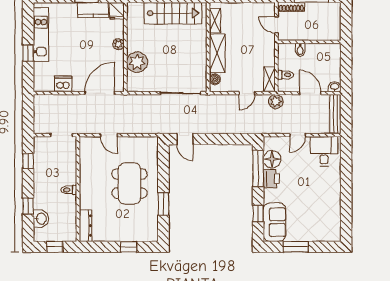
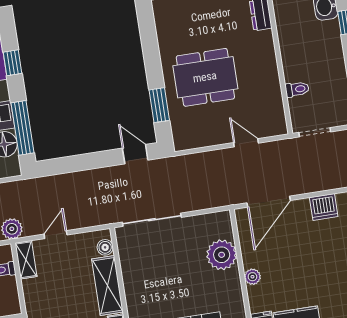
dining table: (129, 184) -> (205, 77), turned 90
toilet: (69, 190) -> (297, 89), moved
window: (163, 204) -> (159, 105), moved

